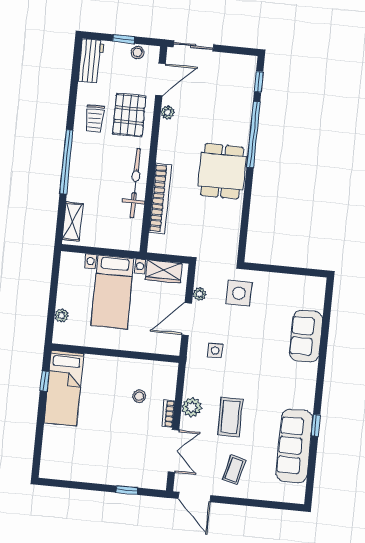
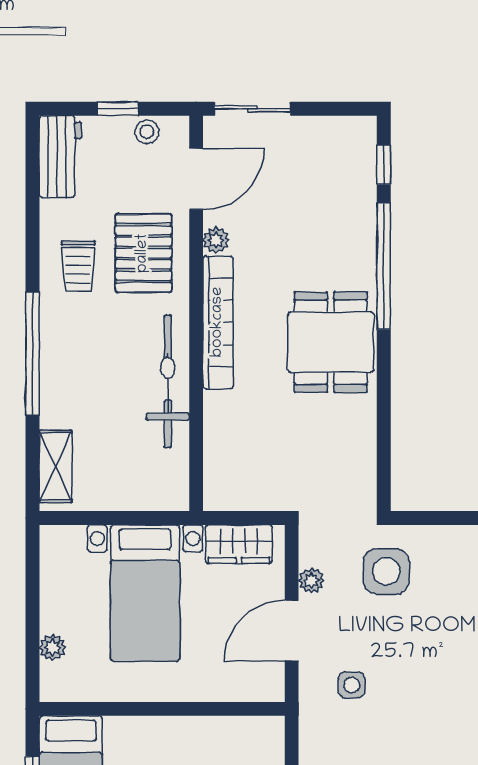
bookcase: (160, 198) -> (218, 322), moved

